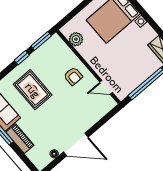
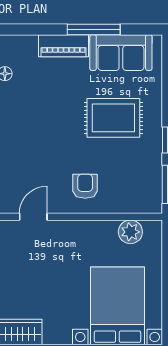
armchair: (73, 76) -> (85, 186), turned 90

